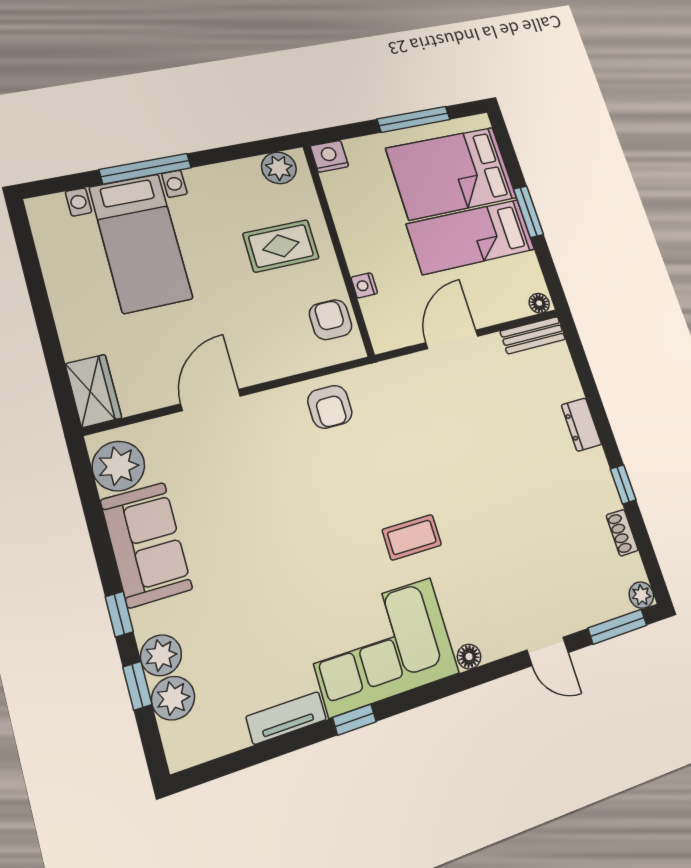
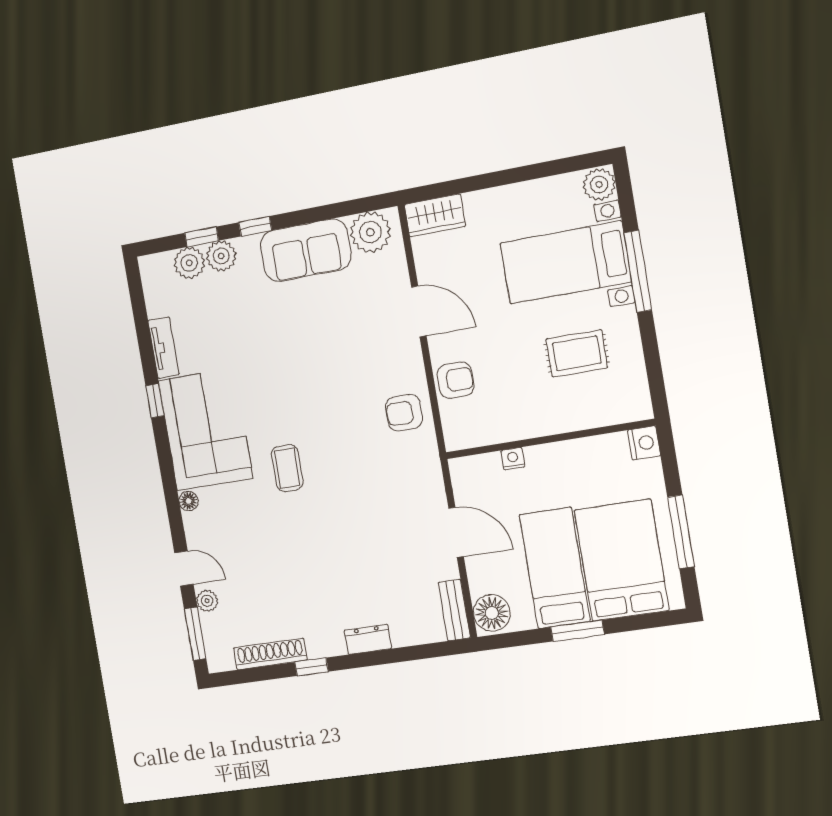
plant: (279, 168) -> (599, 184), moved
rug: (281, 246) -> (577, 353), moved, turned 90
floor lamp: (539, 303) -> (492, 613), width x1.89, depth x1.89
armchair: (331, 320) -> (455, 380), moved
shoe rack: (622, 533) -> (270, 654), width x1.94, depth x1.24
plant: (641, 595) -> (207, 601), moved
door: (548, 651) -> (184, 568), swing flipped

